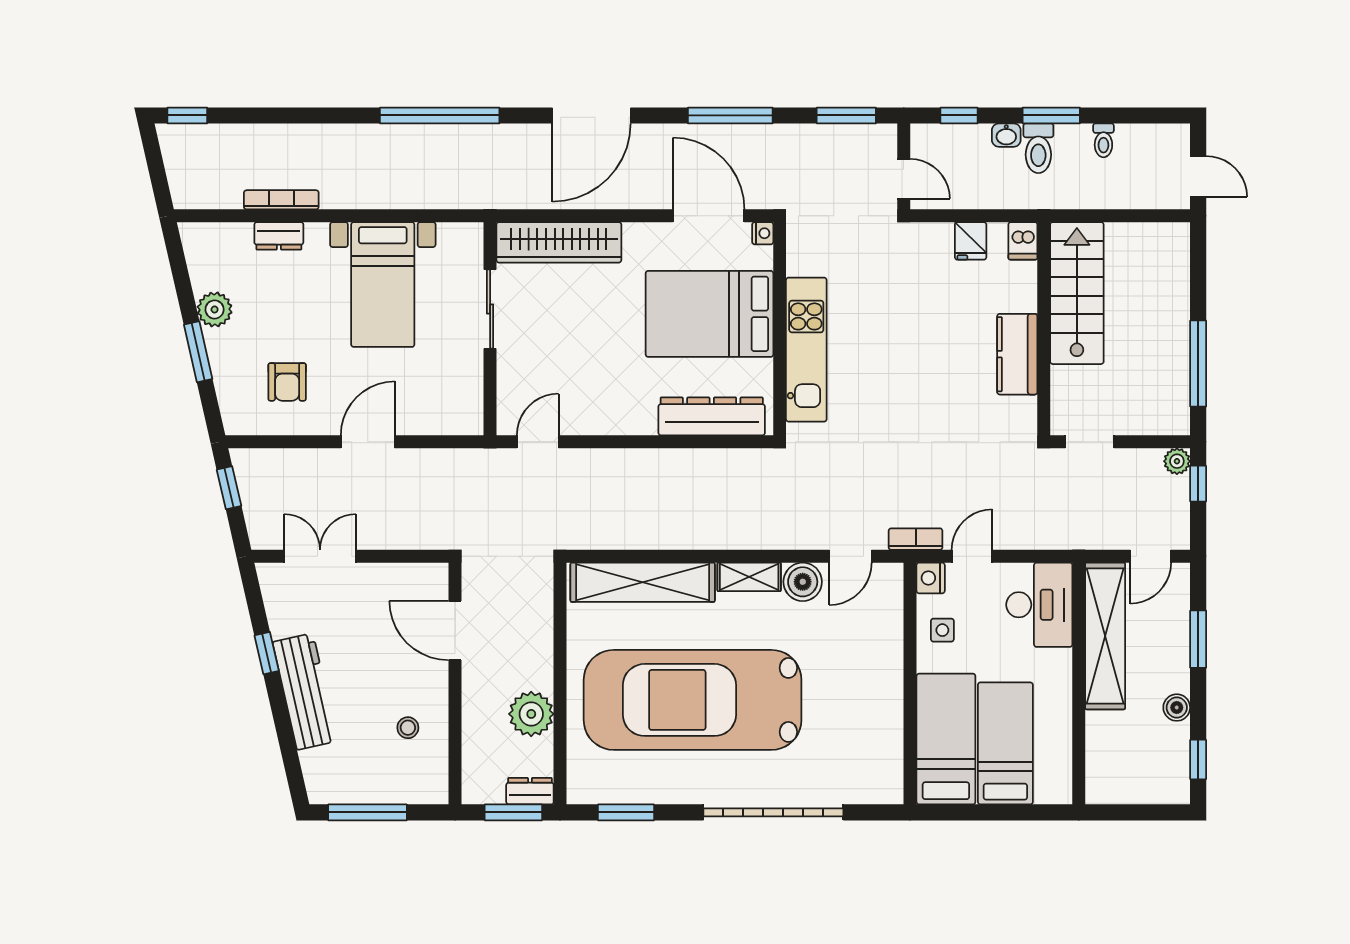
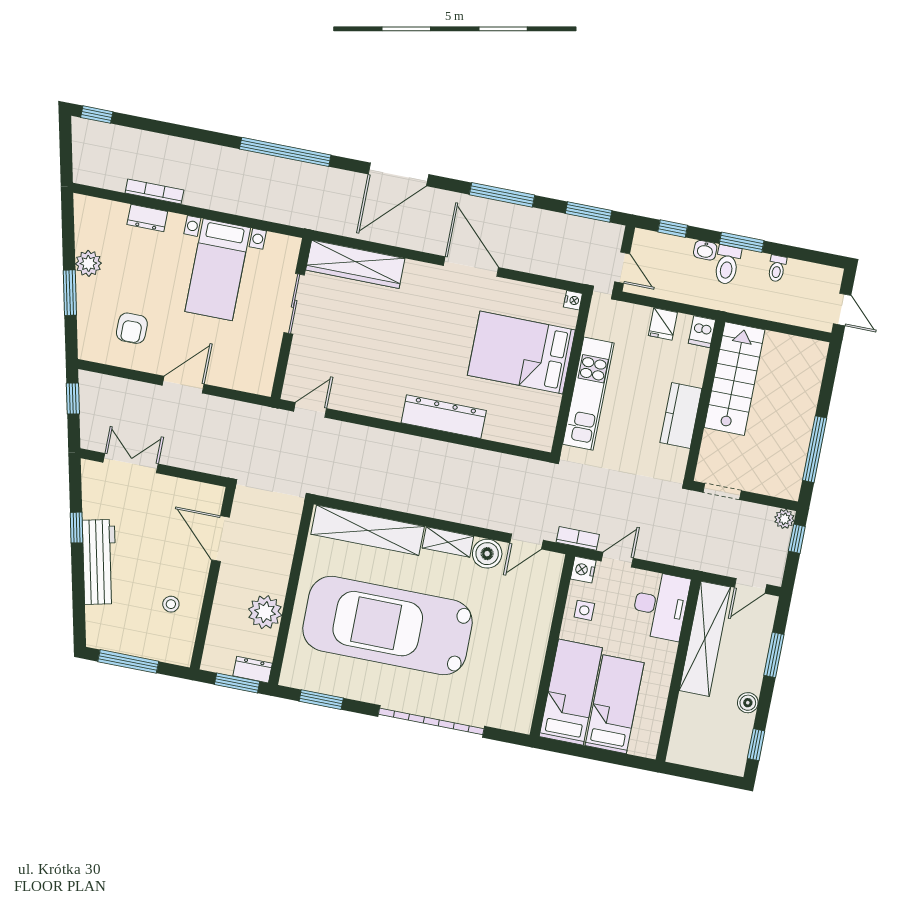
nightstand: (763, 233) -> (573, 300), moved
bed: (709, 314) -> (521, 353), moved
wall: (780, 329) -> (571, 374), moved
kitchen unit: (806, 350) -> (588, 394), moved

